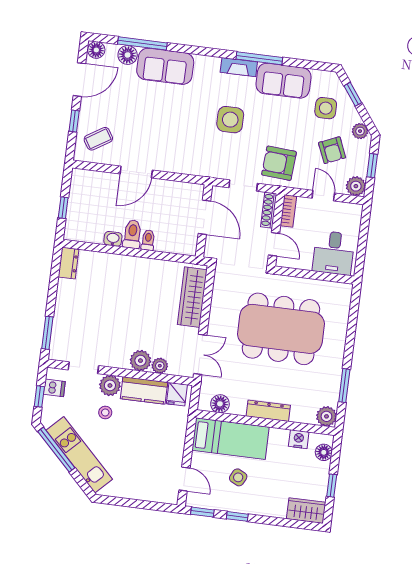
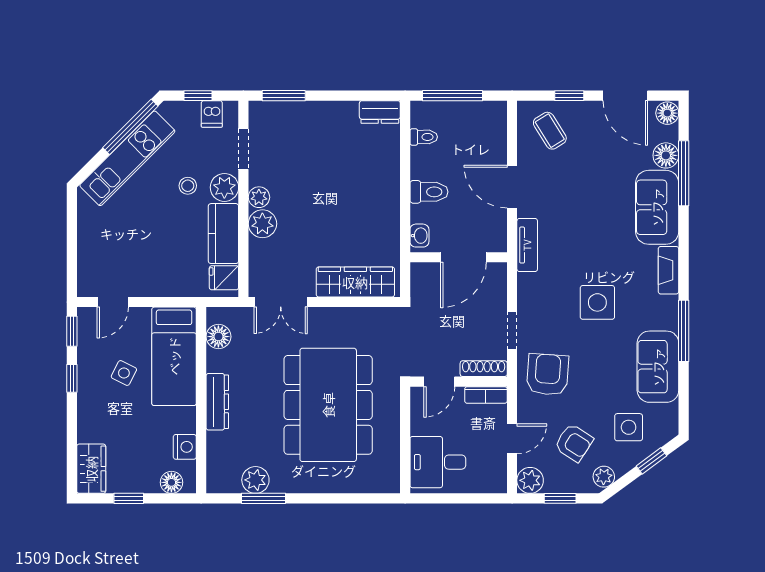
fireplace: (239, 67) -> (668, 270), moved
armchair: (332, 150) -> (574, 443), turned -124
tv unit: (181, 166) -> (527, 245), added
window: (63, 208) -> (452, 96), width x2.17
door: (204, 217) -> (463, 257), moved
wall: (204, 221) -> (459, 257), moved
washbasin: (113, 239) -> (419, 236), moved
toilet: (148, 240) -> (424, 137), moved
plant: (160, 366) -> (259, 197), moved
plant: (326, 416) -> (255, 480), moved

